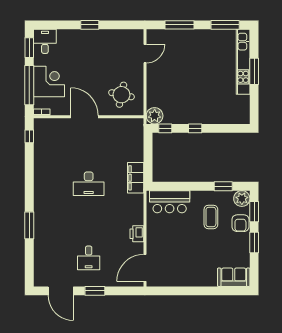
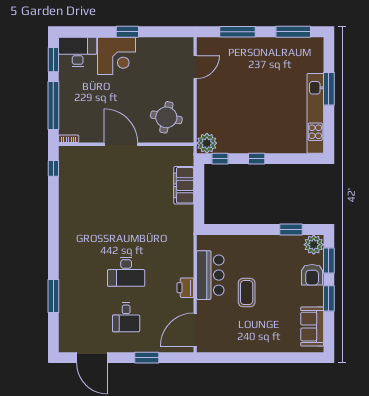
desk: (45, 41) -> (78, 52), width x1.37
kitchen unit: (243, 62) -> (315, 113), moved
corner desk: (49, 82) -> (116, 56), moved, turned 90
filing cabinet: (136, 178) -> (184, 185), moved
desk: (89, 184) -> (126, 272), moved
bar counter: (170, 202) -> (210, 275), moved, turned -90
coffee table: (211, 217) -> (247, 293), moved
window: (29, 225) -> (53, 296), moved
sofa: (234, 277) -> (312, 327), moved, turned -90
window: (95, 291) -> (147, 358), moved

